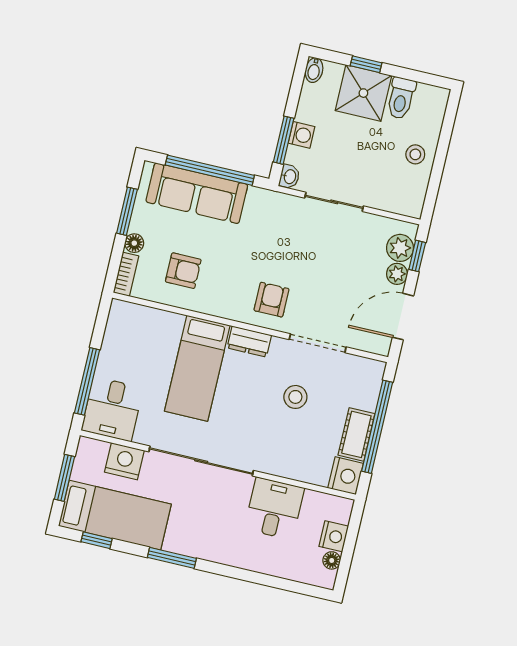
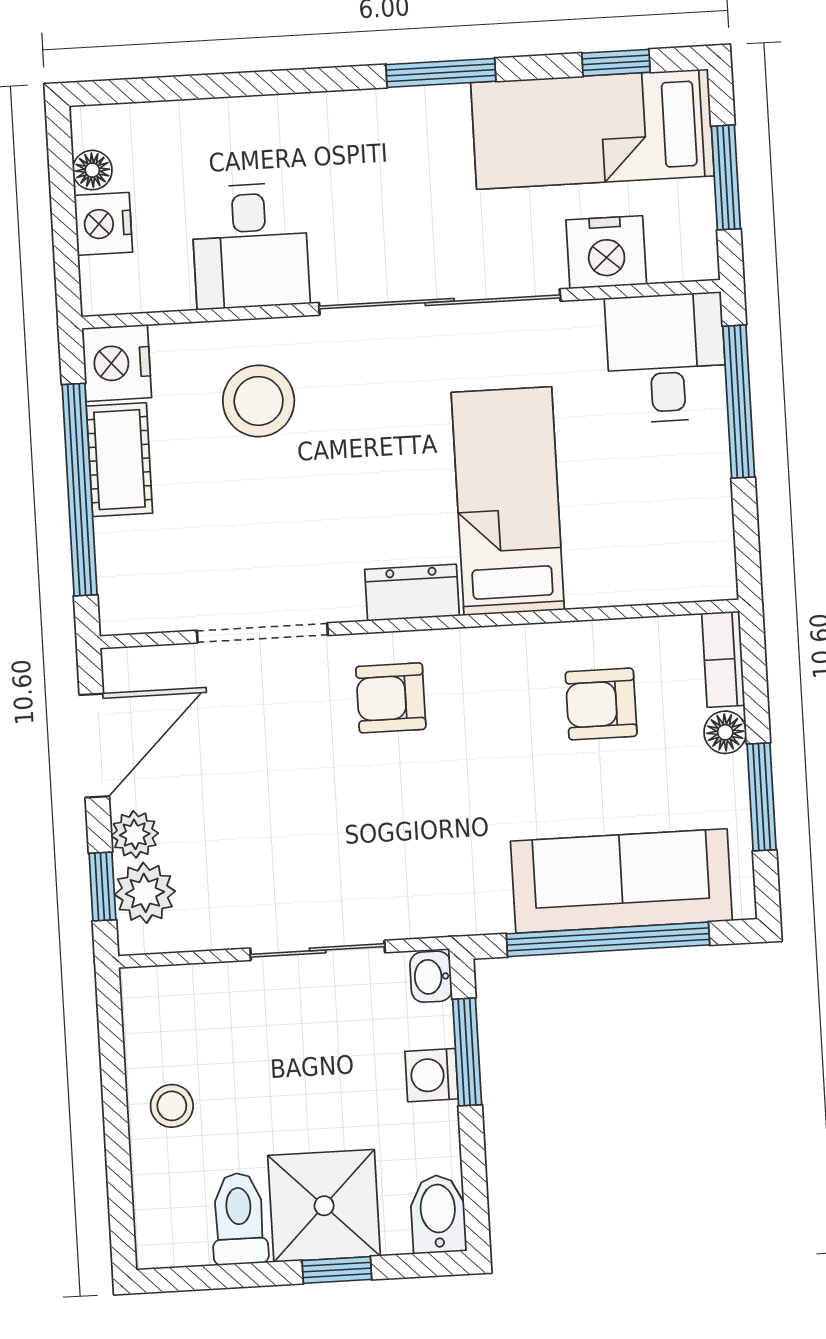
bidet: (314, 70) -> (438, 1214), width x1.38, depth x1.36
armchair: (271, 300) -> (391, 698), turned 90
stool: (295, 397) -> (259, 401), moved, width x1.38, depth x1.38

